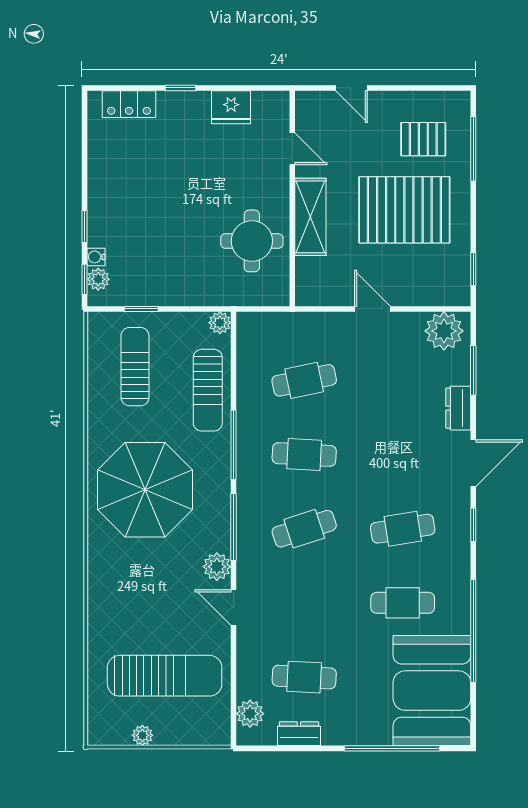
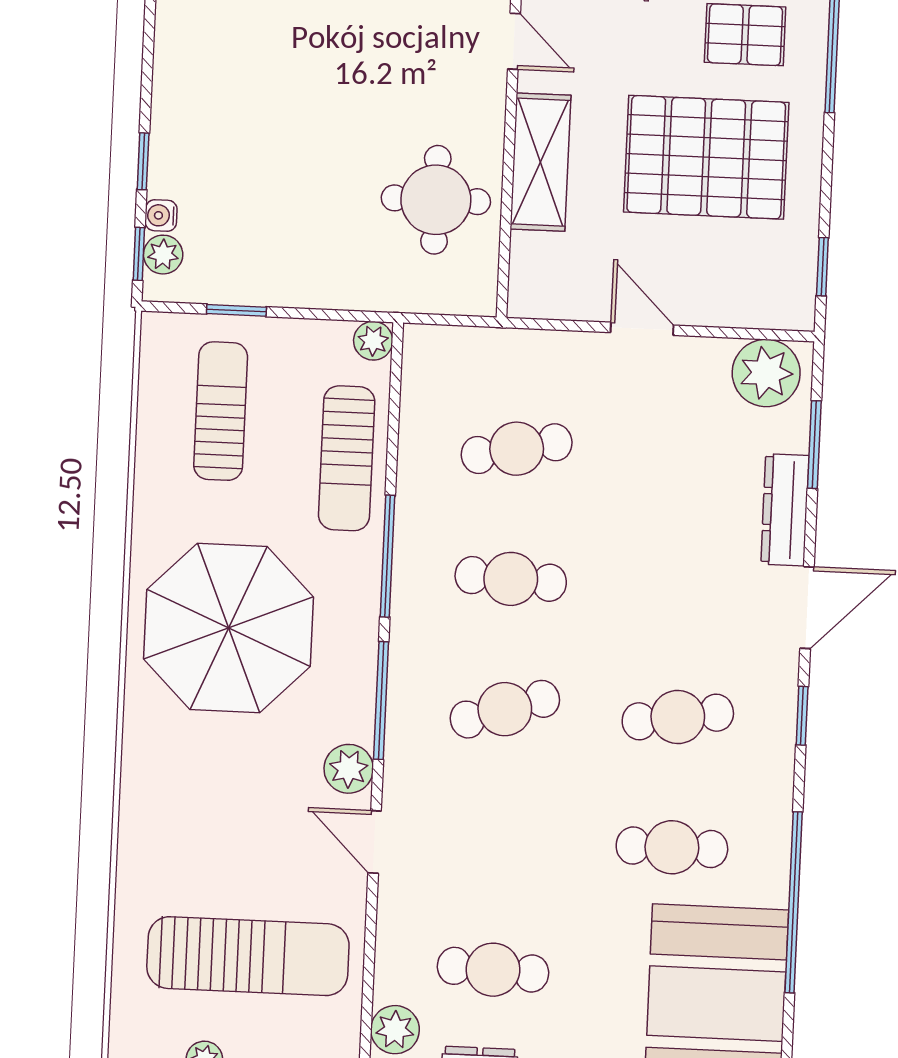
dresser: (458, 408) -> (785, 510), width x1.44

